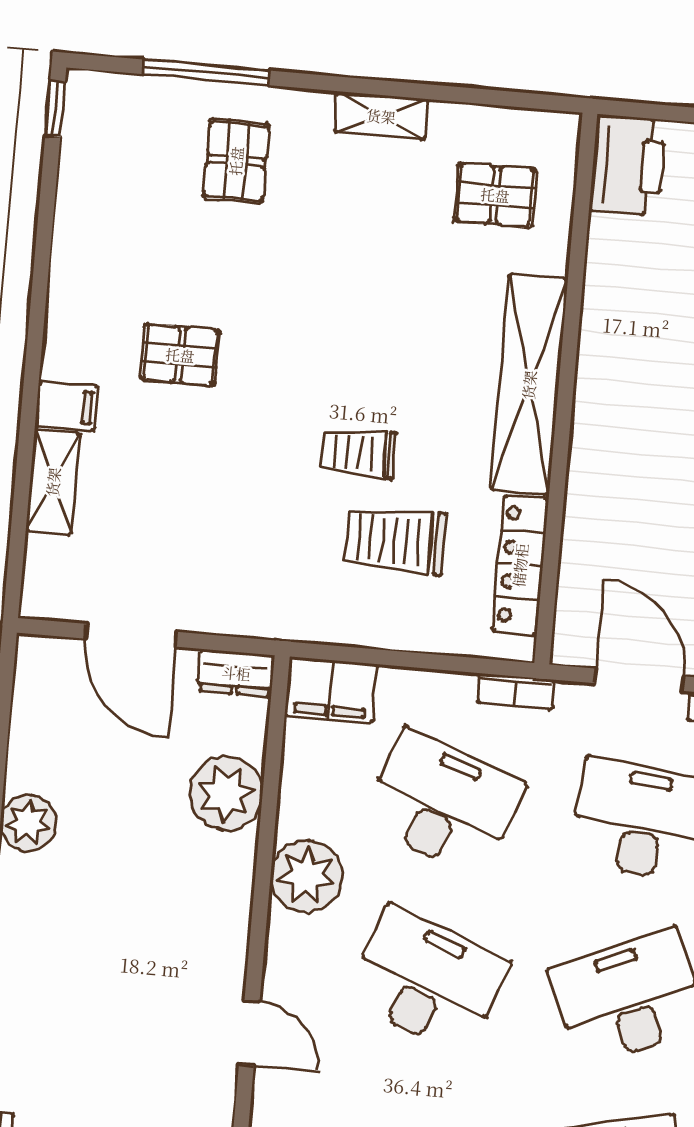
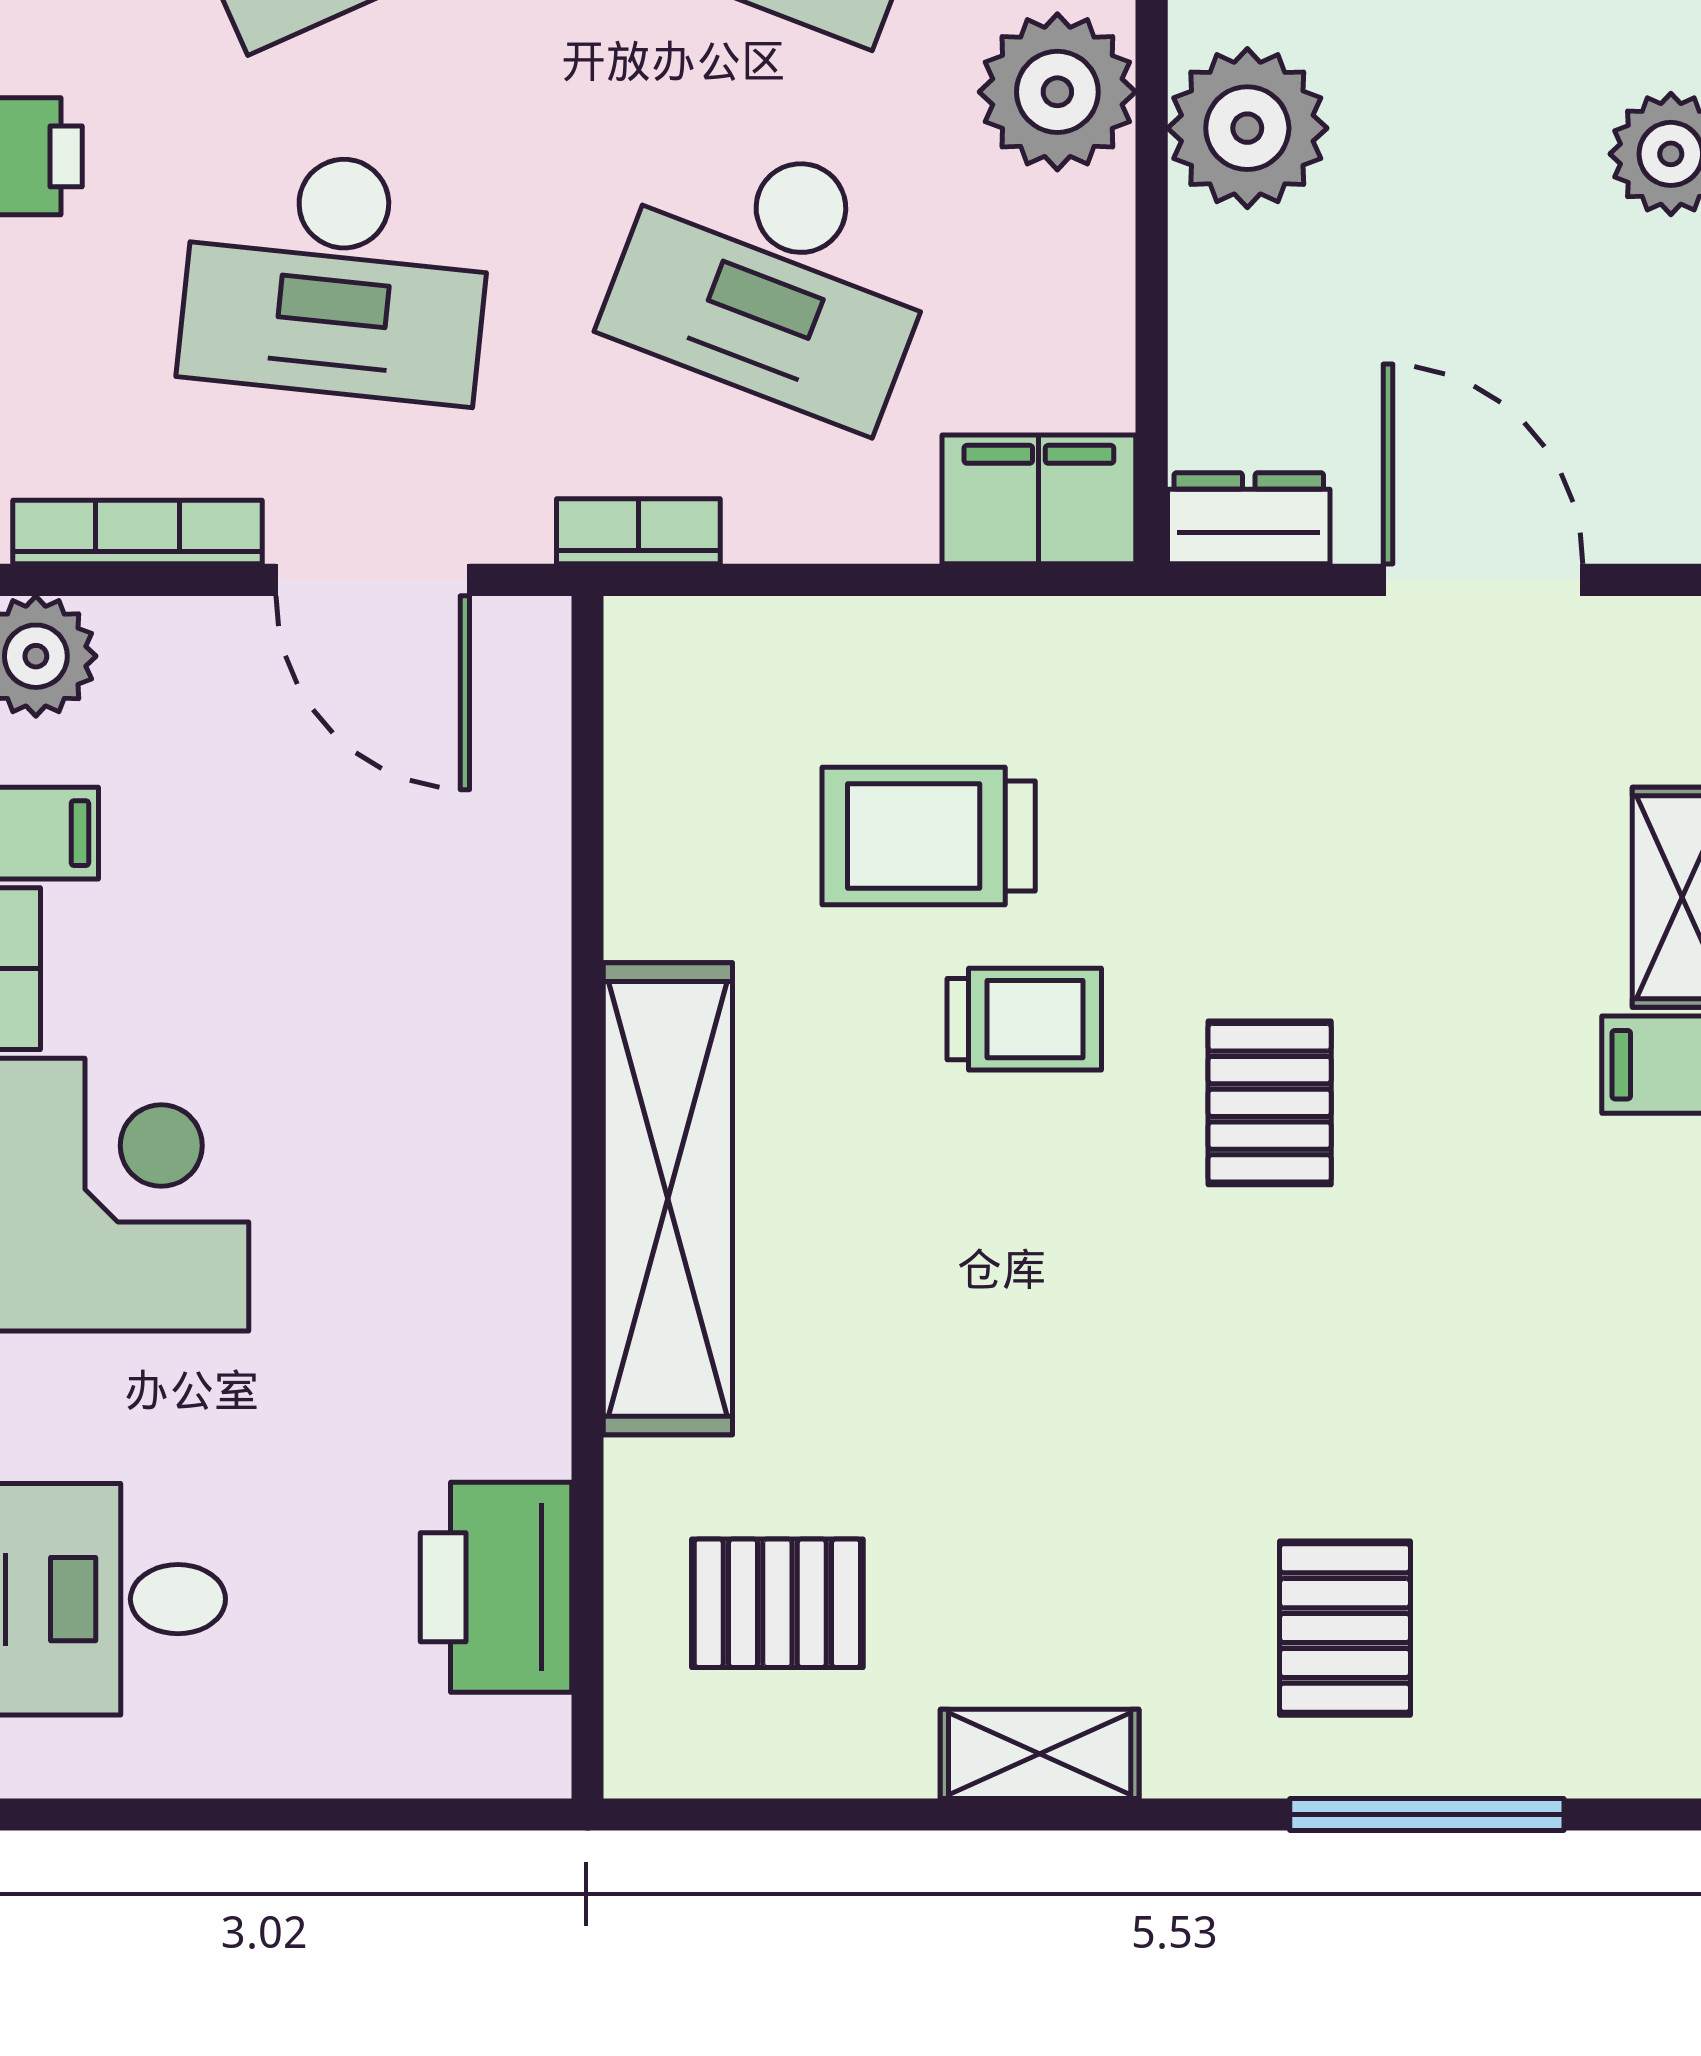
printer: (628, 165) -> (496, 1587), moved
pallet: (180, 355) -> (1270, 1103), moved, turned 90
trolley: (395, 540) -> (929, 836), turned 180
locker: (520, 565) -> (653, 806), removed
plant: (226, 794) -> (1247, 128), moved

